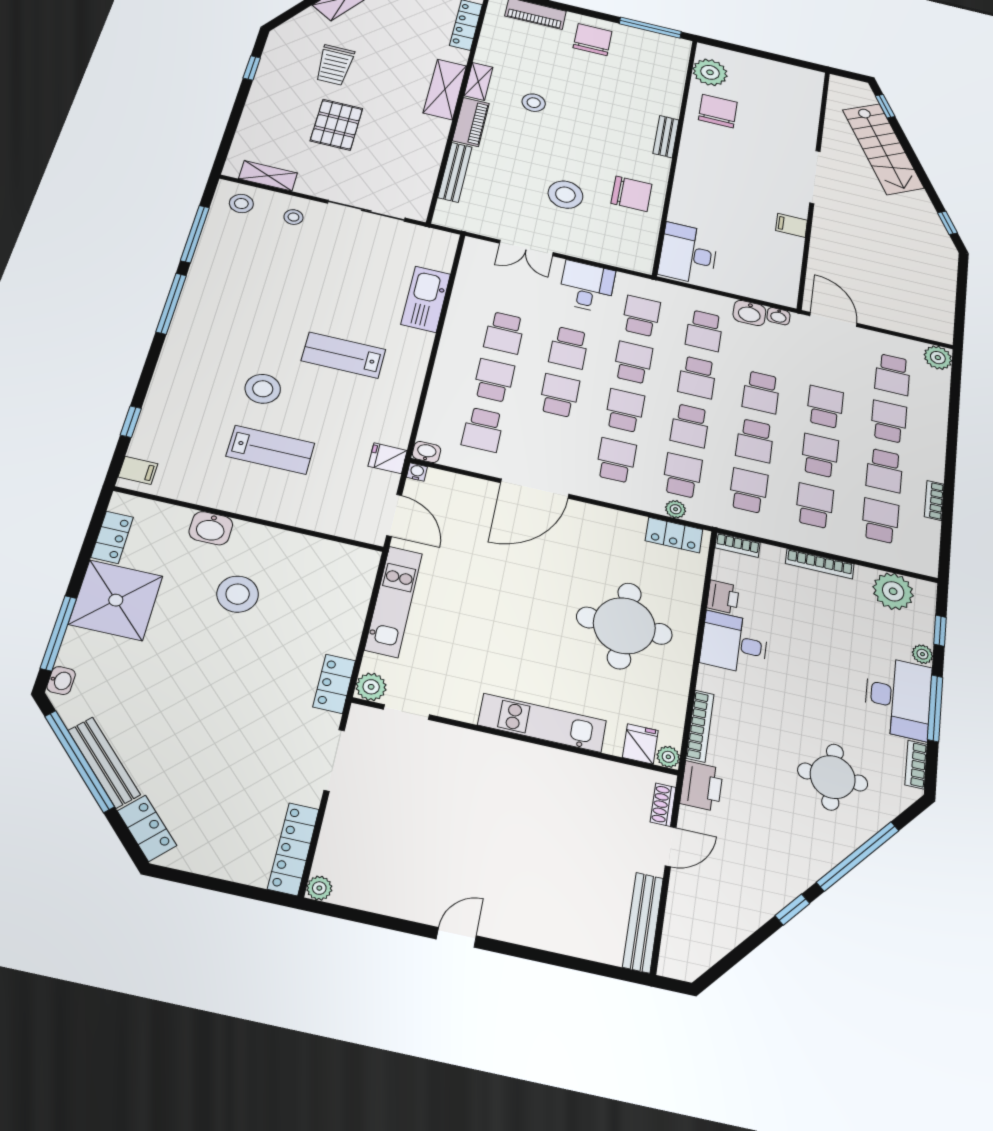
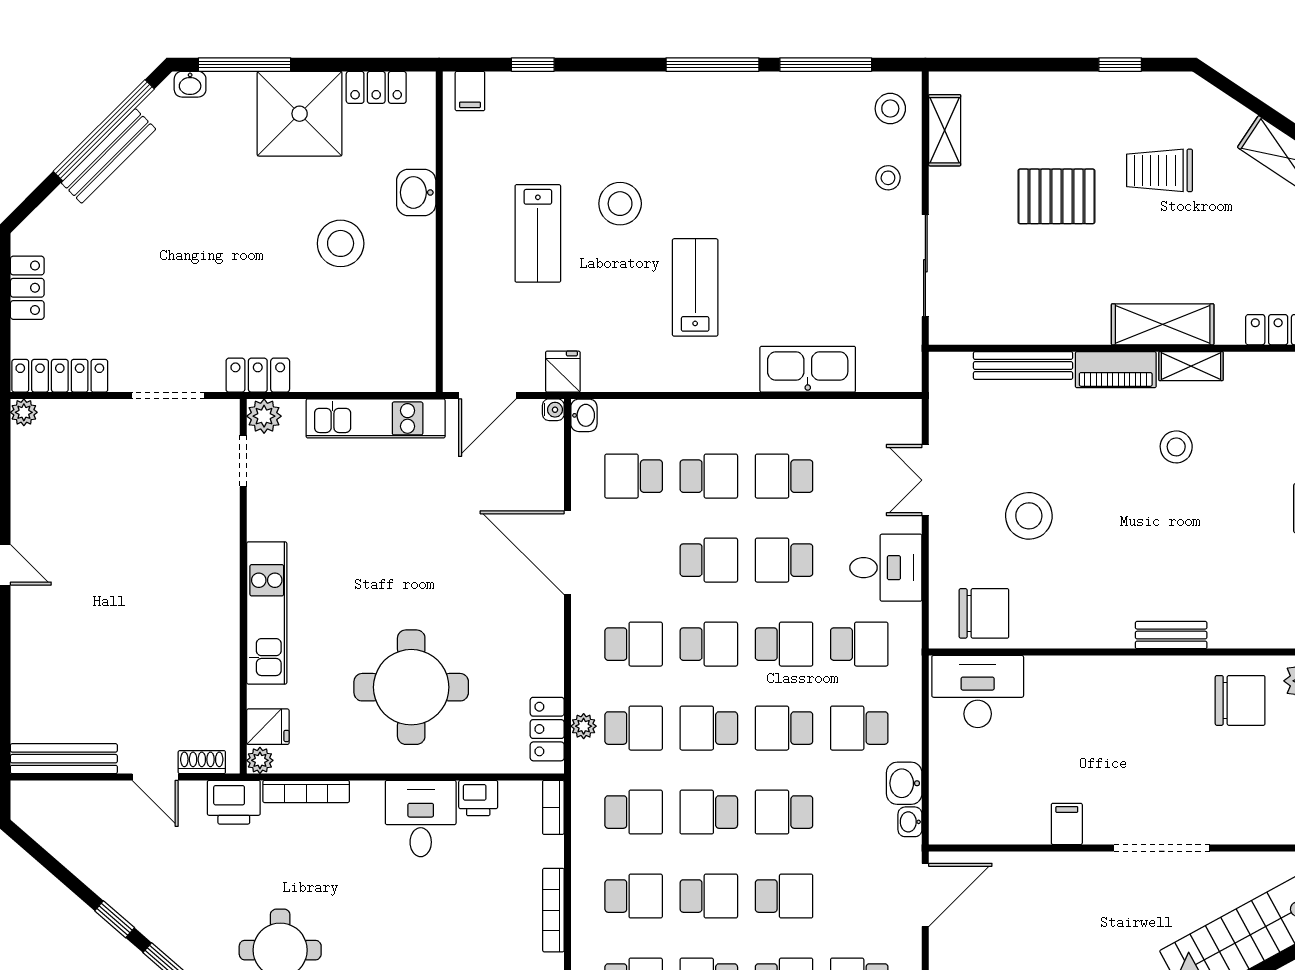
chair: (631, 194) -> (984, 613), moved, turned -90
locker: (147, 828) -> (27, 288), moved, turned -45

